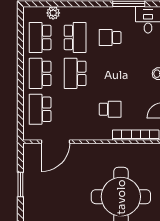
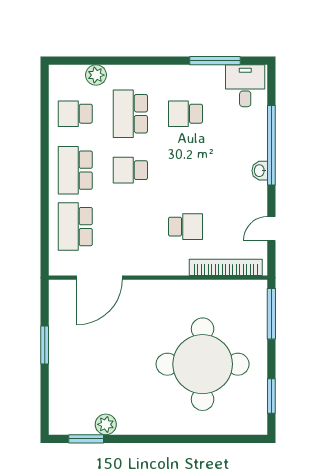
school desk: (40, 37) -> (75, 114), width x0.54
school desk: (75, 37) -> (130, 114), turned 180
school desk: (75, 73) -> (130, 170), width x0.54

